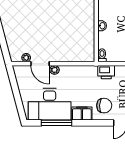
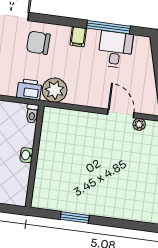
plant: (54, 70) -> (55, 90), moved, width x1.88, depth x1.88
desk: (50, 104) -> (115, 49), width x0.53, depth x0.77
filing cabinet: (82, 113) -> (78, 37), width x0.50

